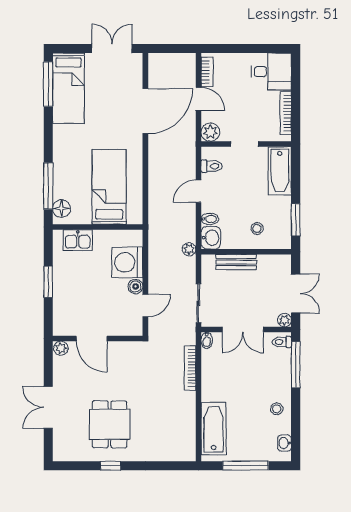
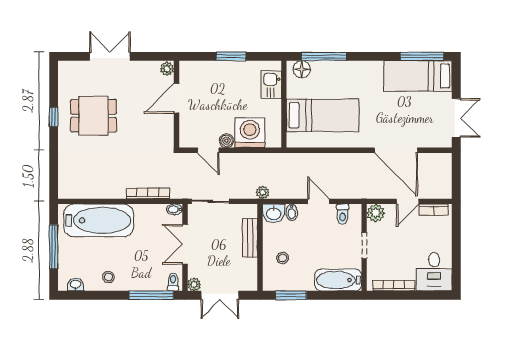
bathtub: (214, 429) -> (99, 220), width x1.36, depth x1.36

